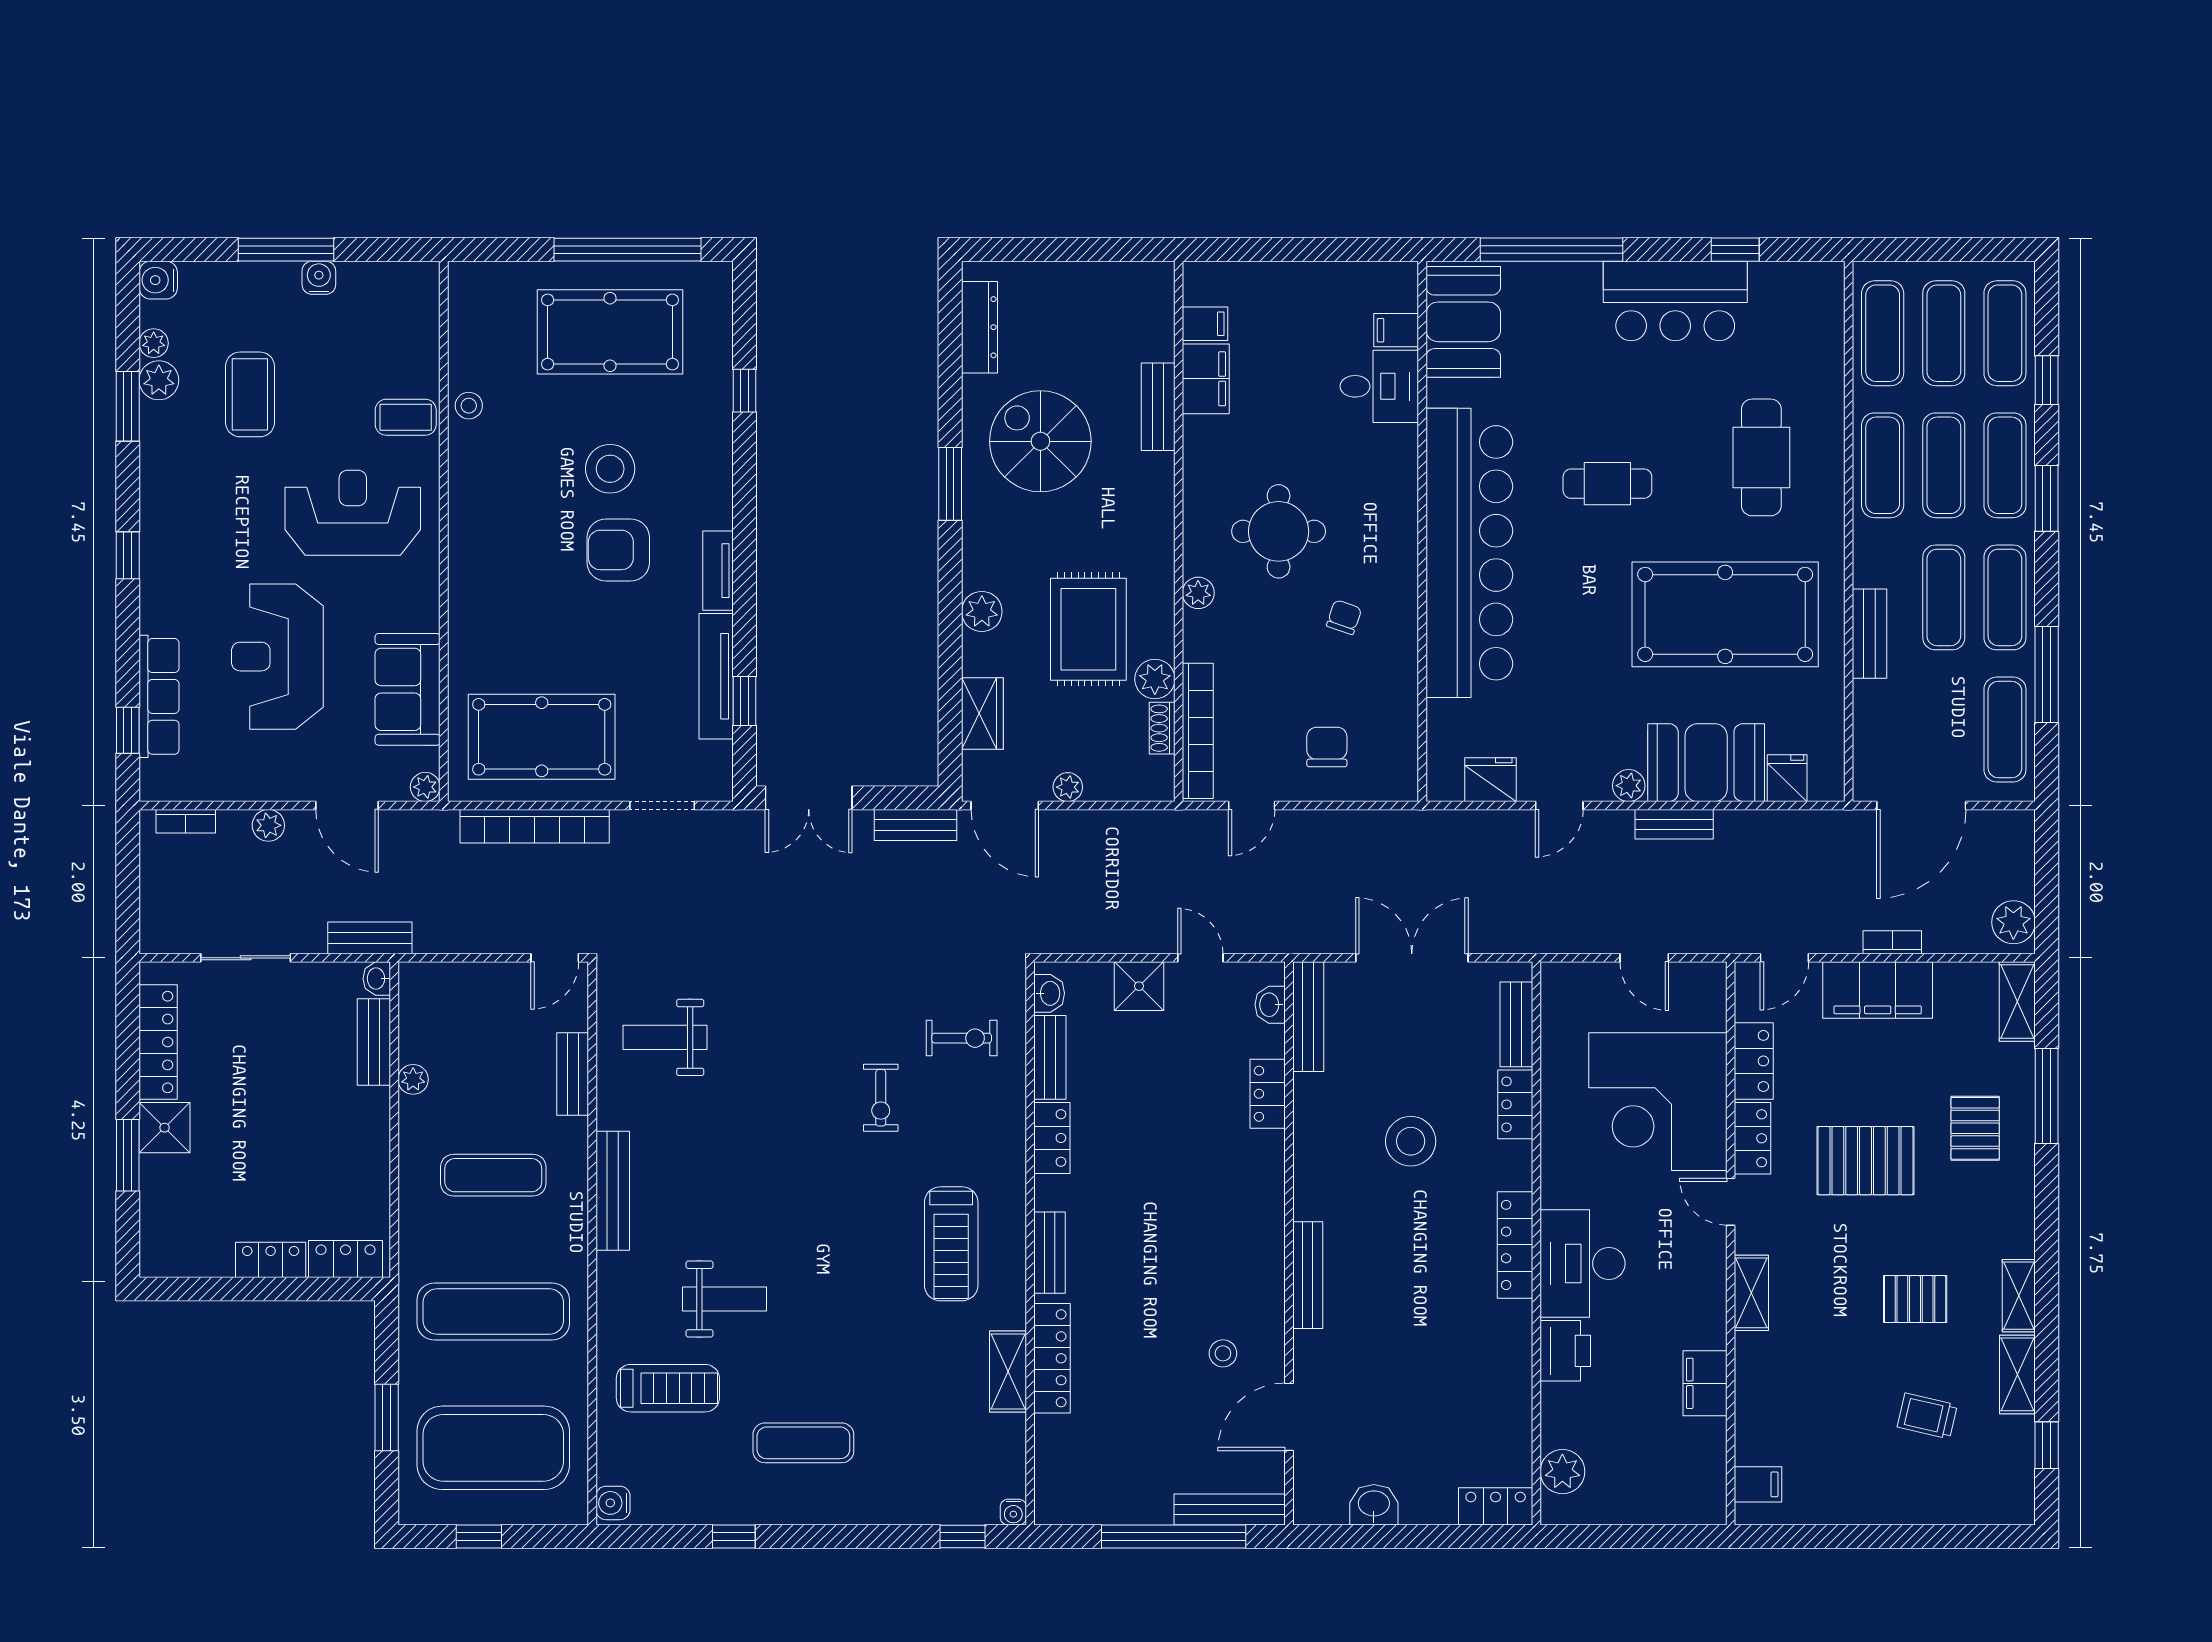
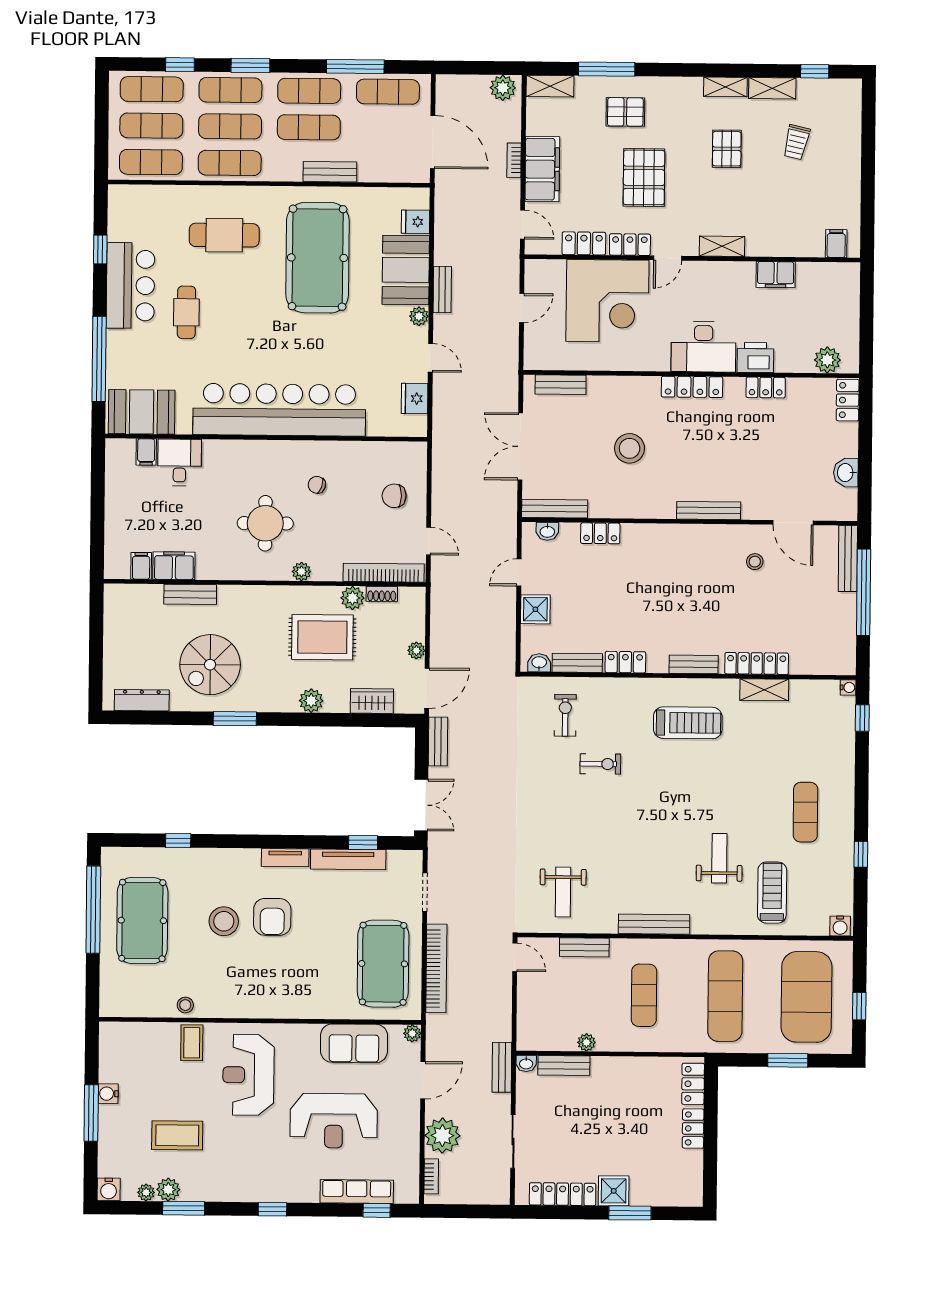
cafe table: (1607, 484) -> (186, 312), moved
plant: (268, 825) -> (442, 1136), width x1.87, depth x1.87
locker: (1515, 1104) -> (766, 387), moved

